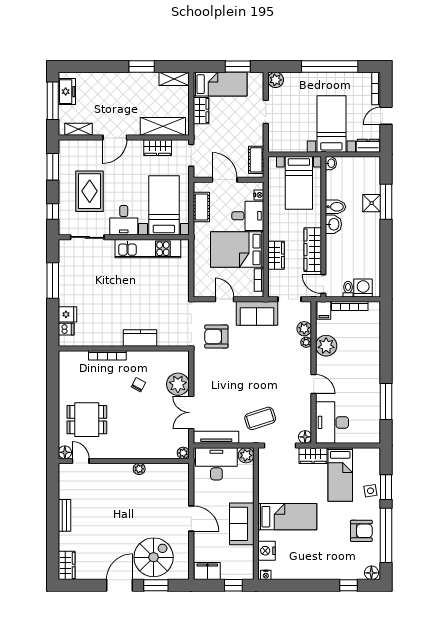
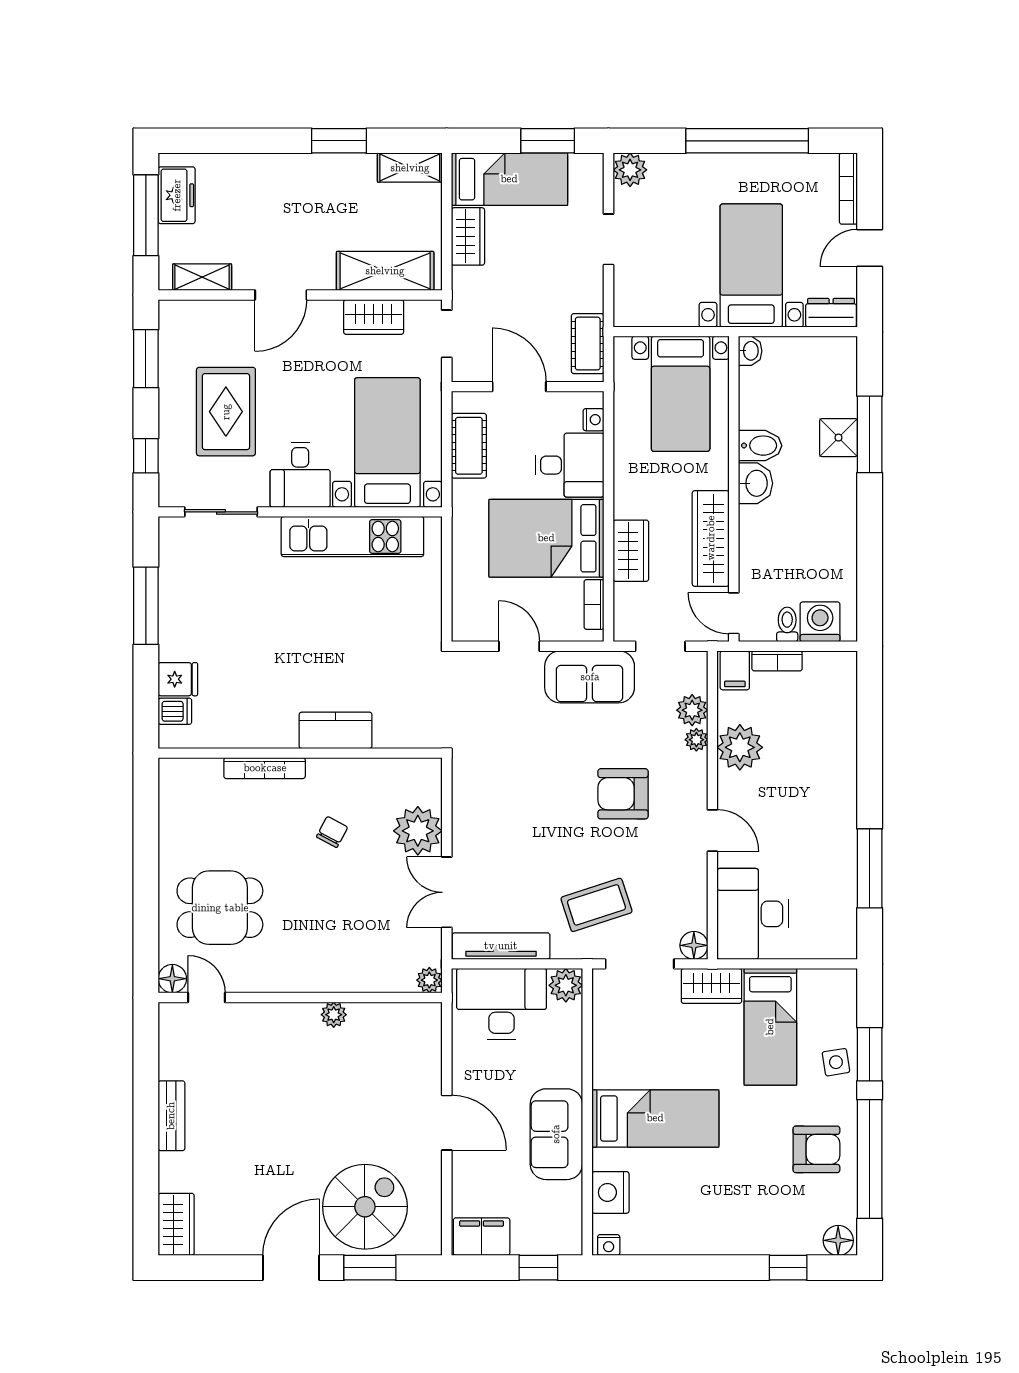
bookcase: (350, 306) -> (777, 661), width x0.64
armchair: (216, 336) -> (623, 794), moved

